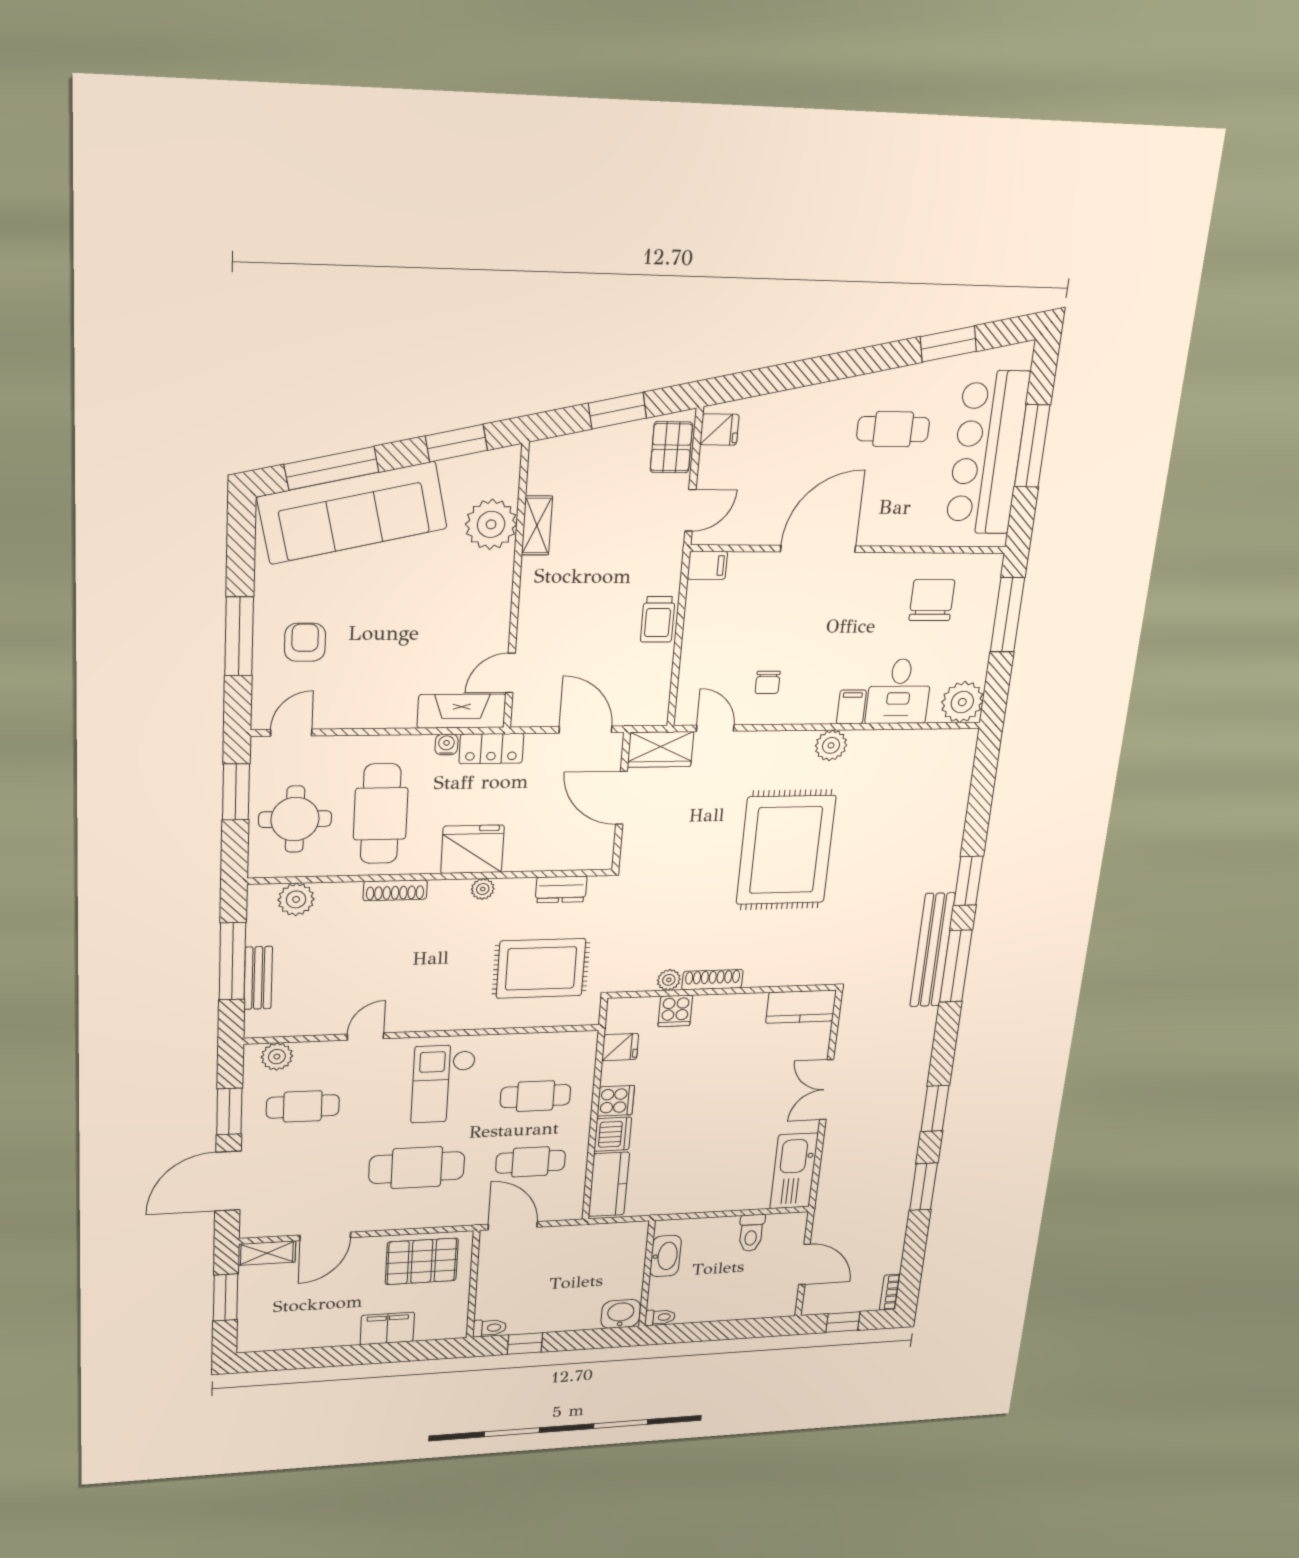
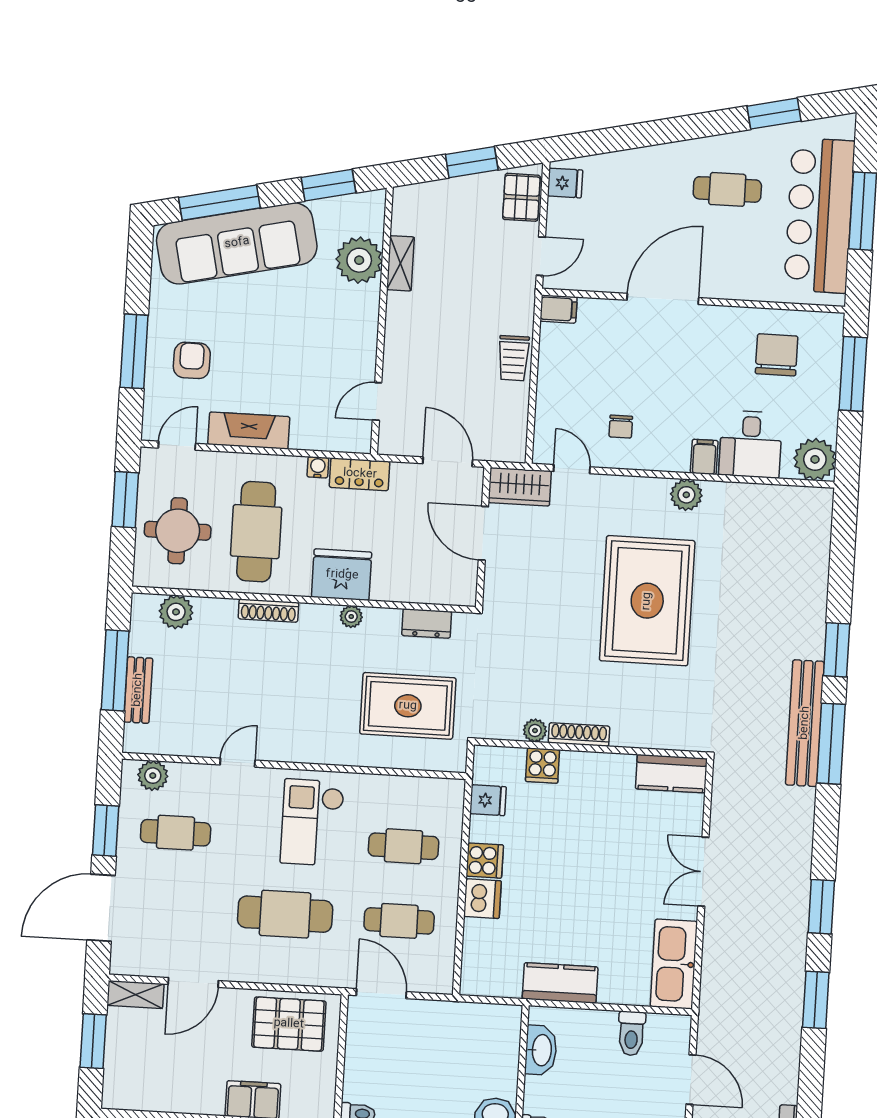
fireplace: (462, 711) -> (249, 431), moved
kitchen counter: (609, 1184) -> (560, 983), moved, turned -90

